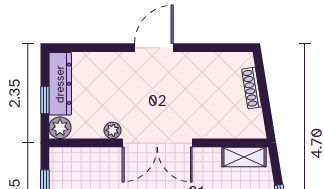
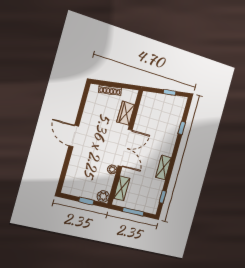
dresser: (60, 84) -> (80, 191), removed
wardrobe: (219, 127) -> (126, 113), added
shelving: (244, 157) -> (122, 188), moved

